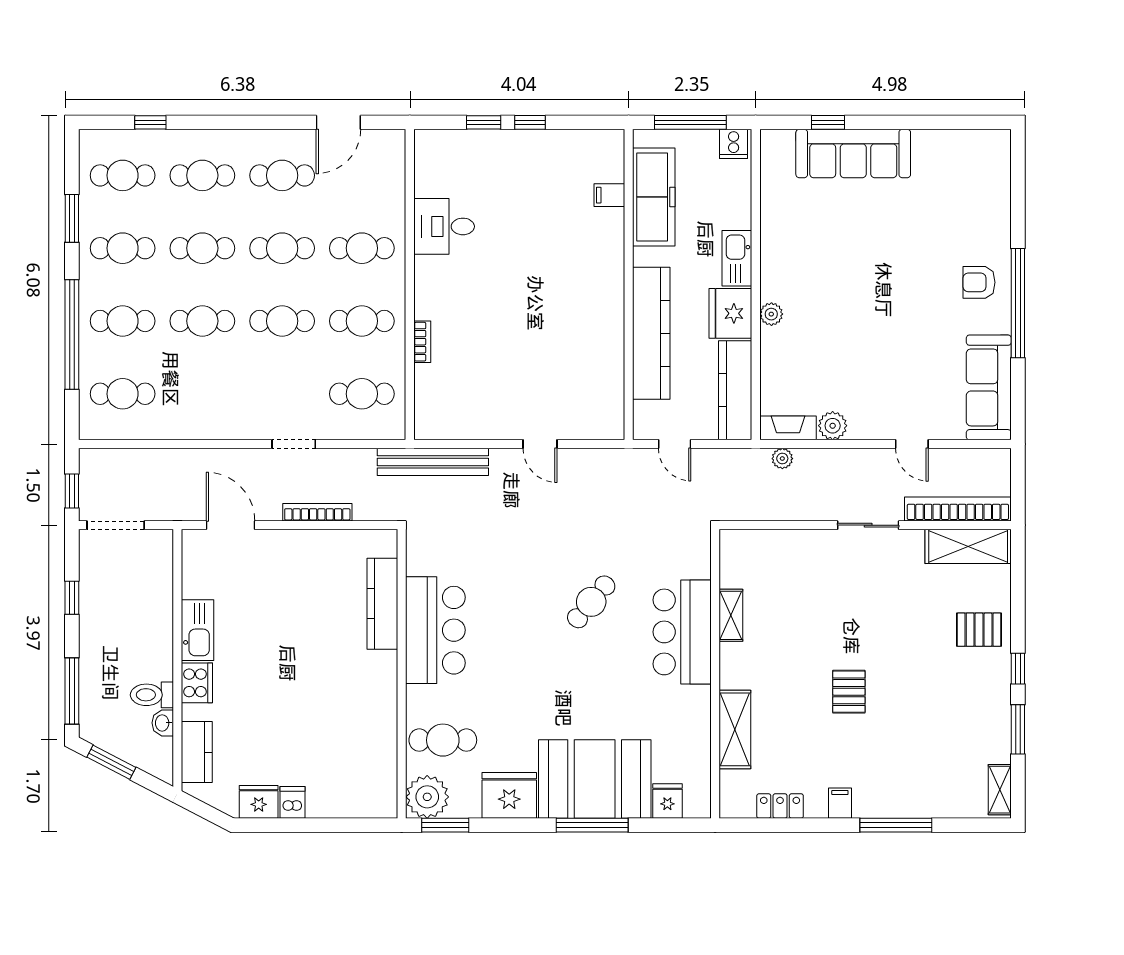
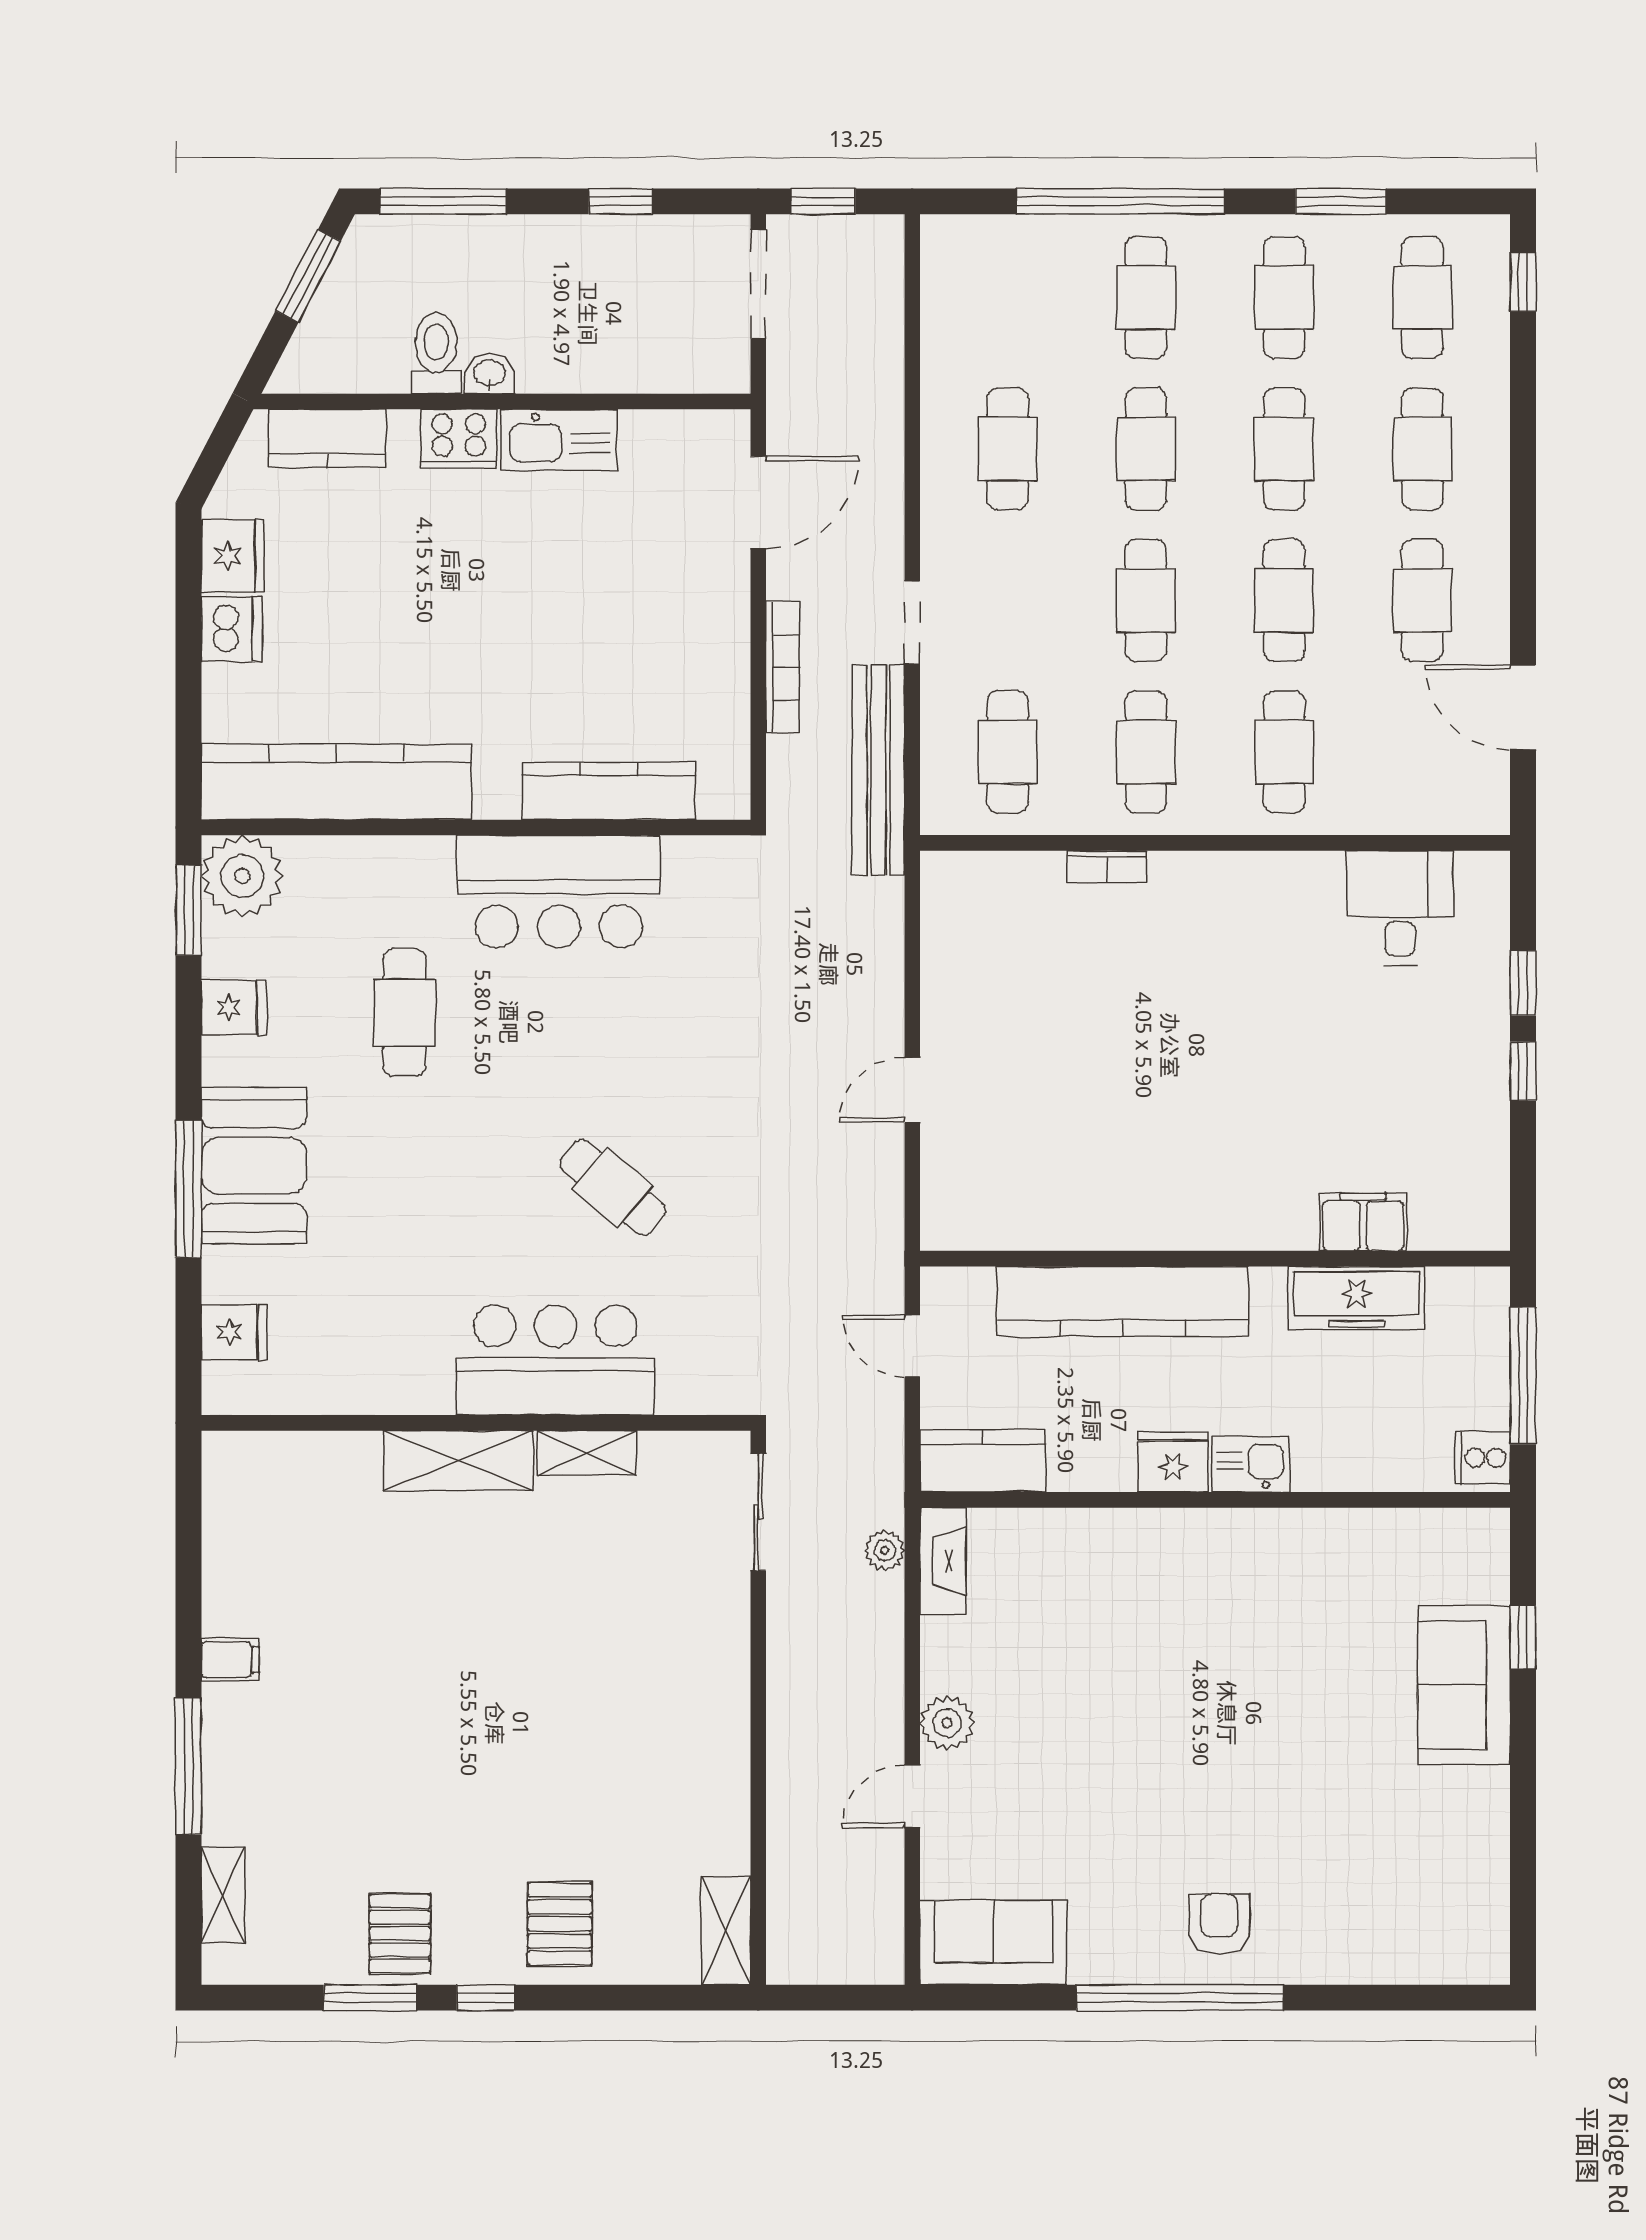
window: (150, 122) -> (1523, 282), moved
sofa: (853, 154) -> (1464, 1685), width x0.73
filing cabinet: (609, 195) -> (1363, 1222), width x2.00
freezer: (654, 197) -> (1357, 1298), width x0.73, depth x0.79
desk: (444, 226) -> (1400, 908), moved
kitchen sink: (737, 258) -> (1250, 1464), width x0.73
fridge: (730, 313) -> (1173, 1462), width x0.73, depth x0.75
plant: (771, 314) -> (1159, 1529), removed
sofa: (989, 387) -> (993, 1942), width x0.73
kitchen counter: (735, 390) -> (983, 1461), width x0.67
cafe table: (123, 394) -> (1008, 449), moved
plant: (833, 426) -> (947, 1723), moved
door: (675, 444) -> (912, 1346), hinge flipped
bench: (433, 462) -> (878, 770), moved
bookcase: (958, 509) -> (789, 1884), removed
sliding door: (868, 525) -> (758, 1512), moved
shelving: (968, 546) -> (726, 1930), width x0.67, depth x0.75
pallet: (849, 692) -> (400, 1934), moved, turned 90
washbasin: (163, 723) -> (490, 374), moved
shelving: (735, 729) -> (458, 1460), moved
cafe table: (443, 740) -> (404, 1012), moved
kitchen counter: (378, 747) -> (336, 782), added
booth: (595, 779) -> (254, 1166), width x0.73, depth x0.70
shelving: (1000, 790) -> (223, 1895), moved, turned 90
fridge: (509, 795) -> (234, 1008), width x0.53, depth x0.75
dishwasher: (293, 802) -> (232, 629), width x1.38
locker: (780, 806) -> (225, 1546), removed

